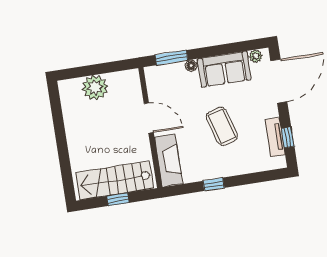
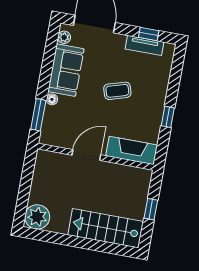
plant: (95, 88) -> (37, 217), moved
coffee table: (222, 126) -> (117, 91), width x0.73, depth x0.77
stairs: (114, 180) -> (106, 228), moved, turned 90

